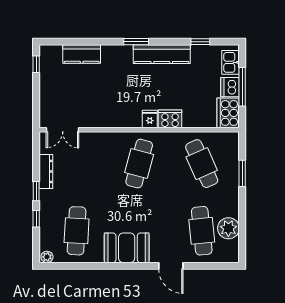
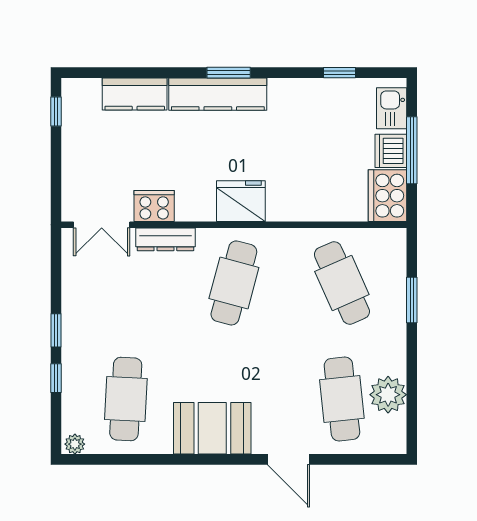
kitchen counter: (162, 54) -> (218, 94), moved
fridge: (150, 119) -> (241, 201), width x1.88, depth x1.34
cooker: (170, 119) -> (154, 206), moved
dresser: (46, 171) -> (165, 239), moved, turned 90

